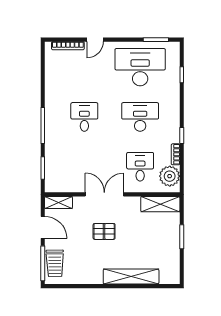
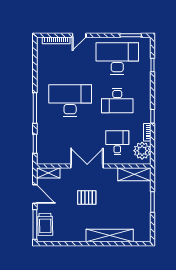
desk: (84, 117) -> (70, 101), width x1.87, depth x1.30
desk: (140, 117) -> (117, 101), turned 180

